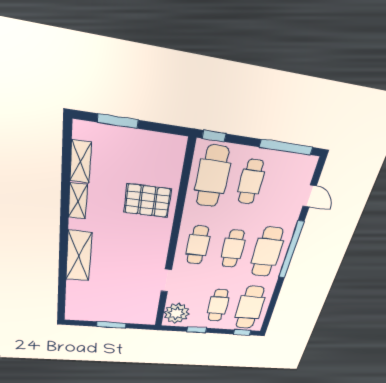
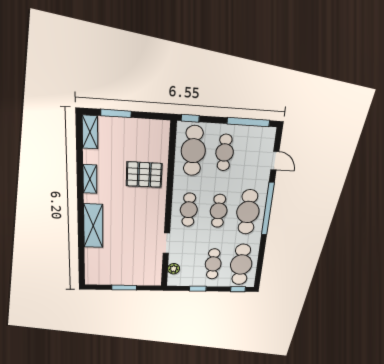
shelving: (81, 162) -> (90, 132), moved
plant: (177, 313) -> (174, 269), width x0.53, depth x0.53

